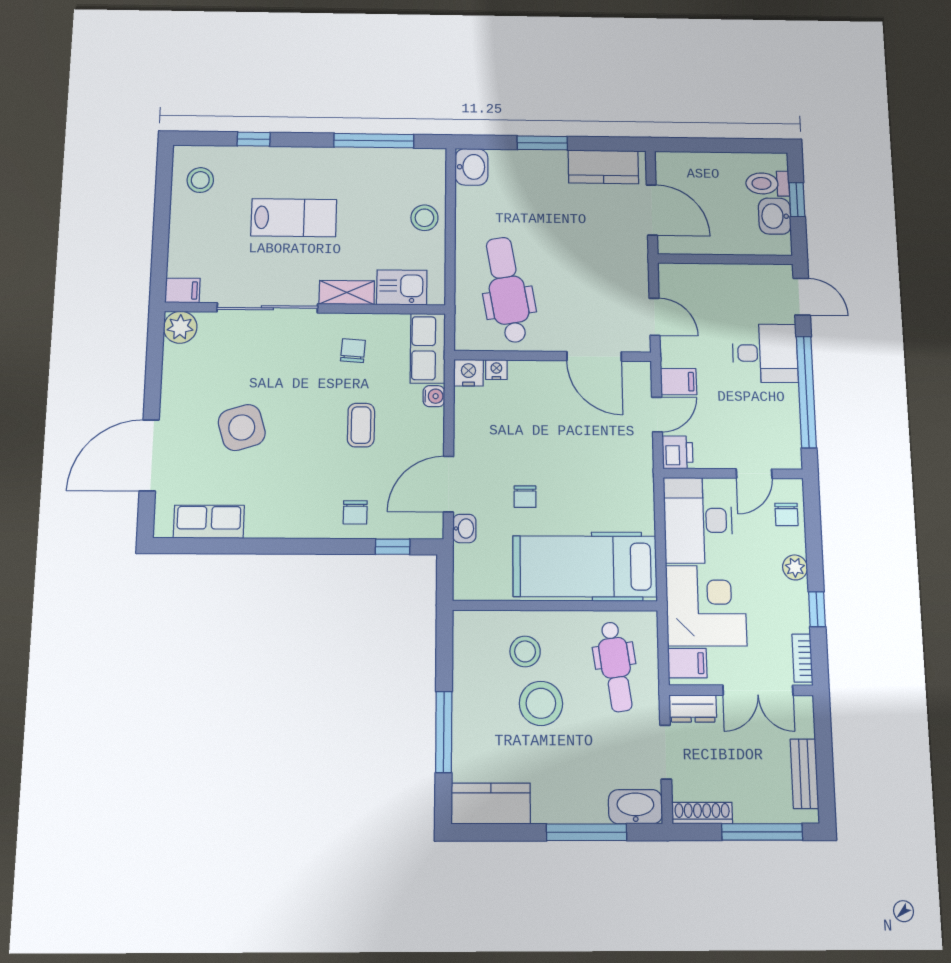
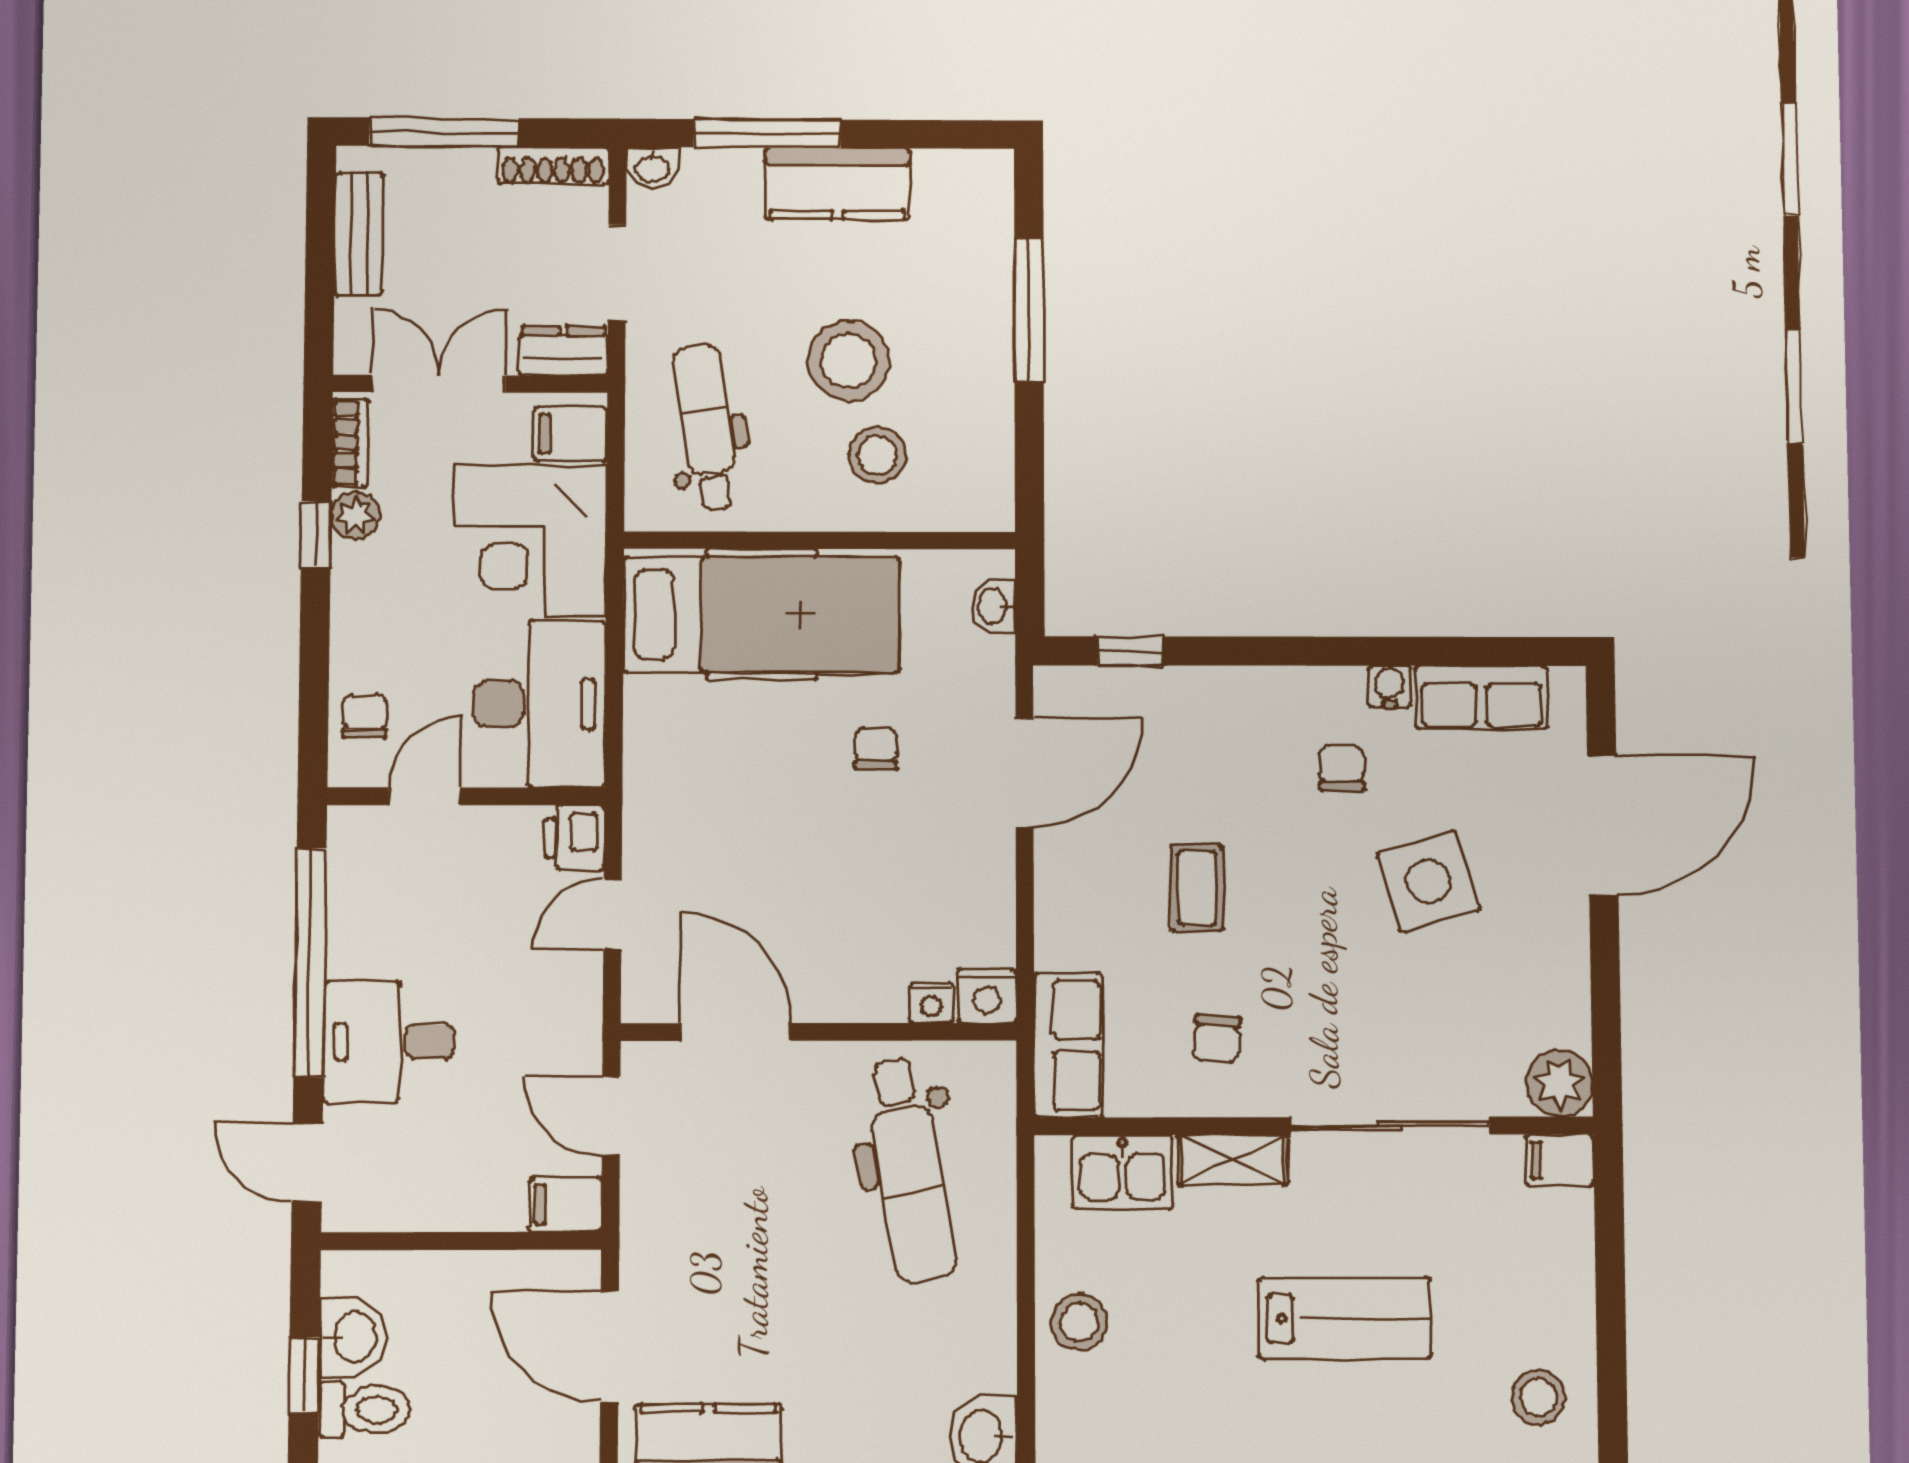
lab bench: (294, 218) -> (1345, 1318), turned 180
filing cabinet: (679, 382) -> (565, 1205), moved
water cooler: (434, 396) -> (1389, 687), moved, turned 90
chair: (355, 512) -> (1342, 768), moved
washbasin: (464, 528) -> (993, 606), moved
plant: (795, 567) -> (355, 516), moved
kitchen counter: (491, 804) -> (838, 184), moved
washbasin: (635, 807) -> (652, 168), width x0.52, depth x0.69

